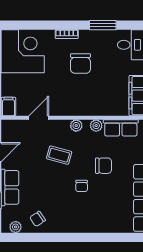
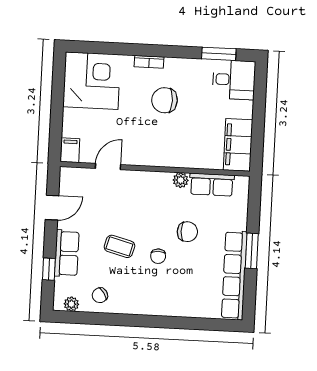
window: (103, 25) -> (219, 54), moved
chair: (80, 64) -> (165, 100), turned 90
plant: (76, 126) -> (155, 179), removed
coffee table: (59, 155) -> (119, 246), moved

